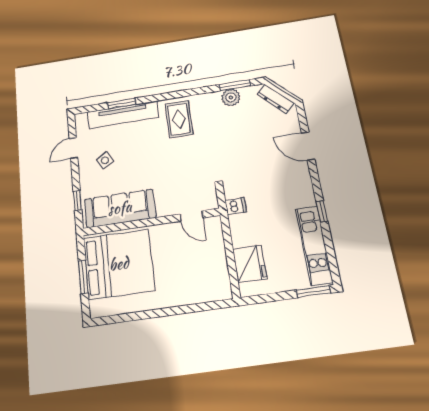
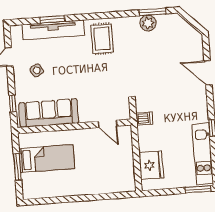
dresser: (276, 99) -> (186, 28), removed
bed: (119, 264) -> (47, 159), width x0.49

